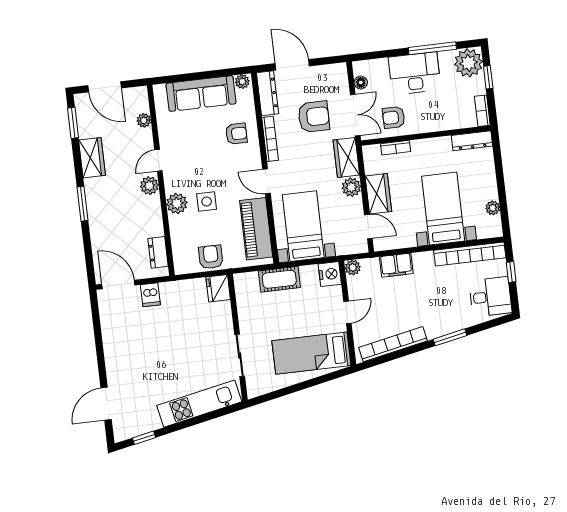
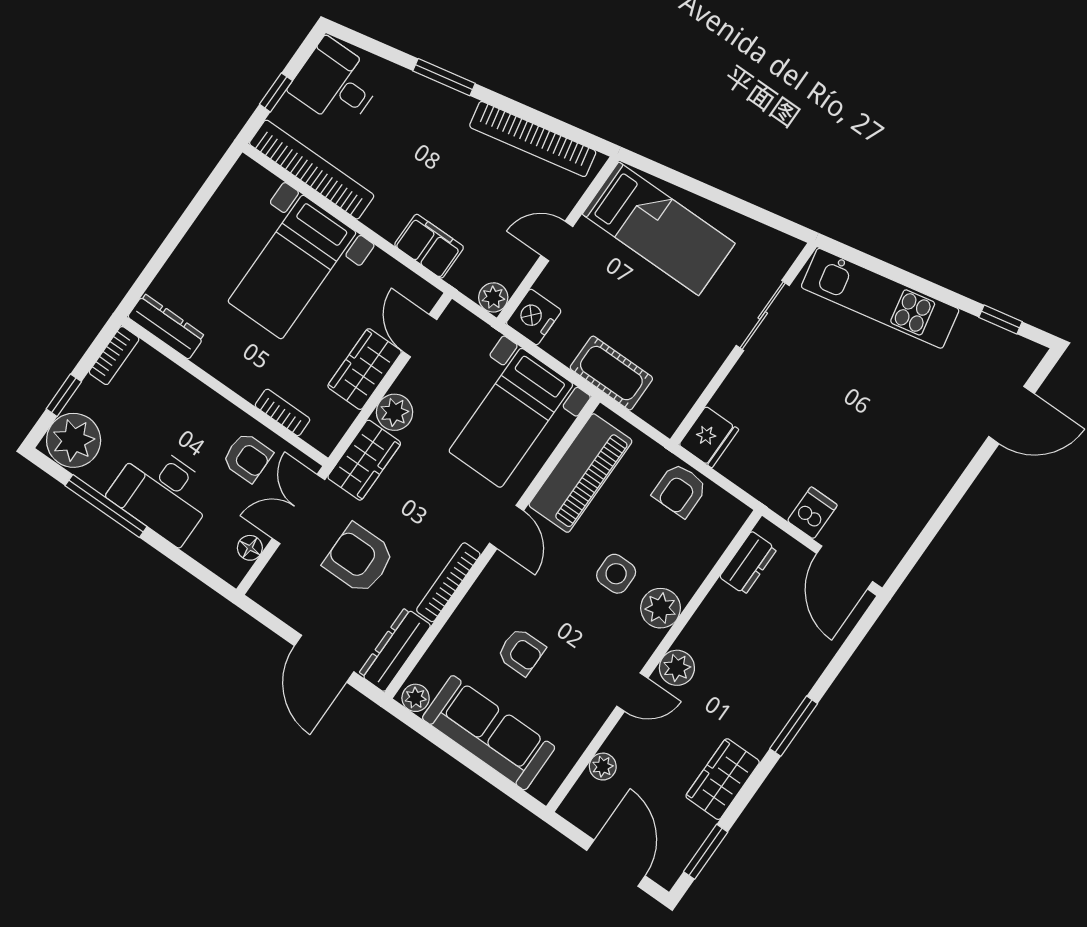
armchair: (236, 134) -> (521, 652), moved, turned 180
plant: (493, 208) -> (221, 206), removed

